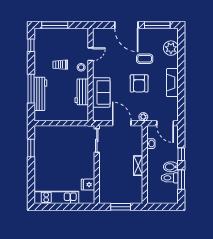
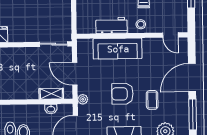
door: (91, 54) -> (170, 35), moved
sofa: (101, 92) -> (118, 49), width x1.36
door: (122, 123) -> (75, 74), swing flipped
shelving: (138, 166) -> (51, 94), moved

